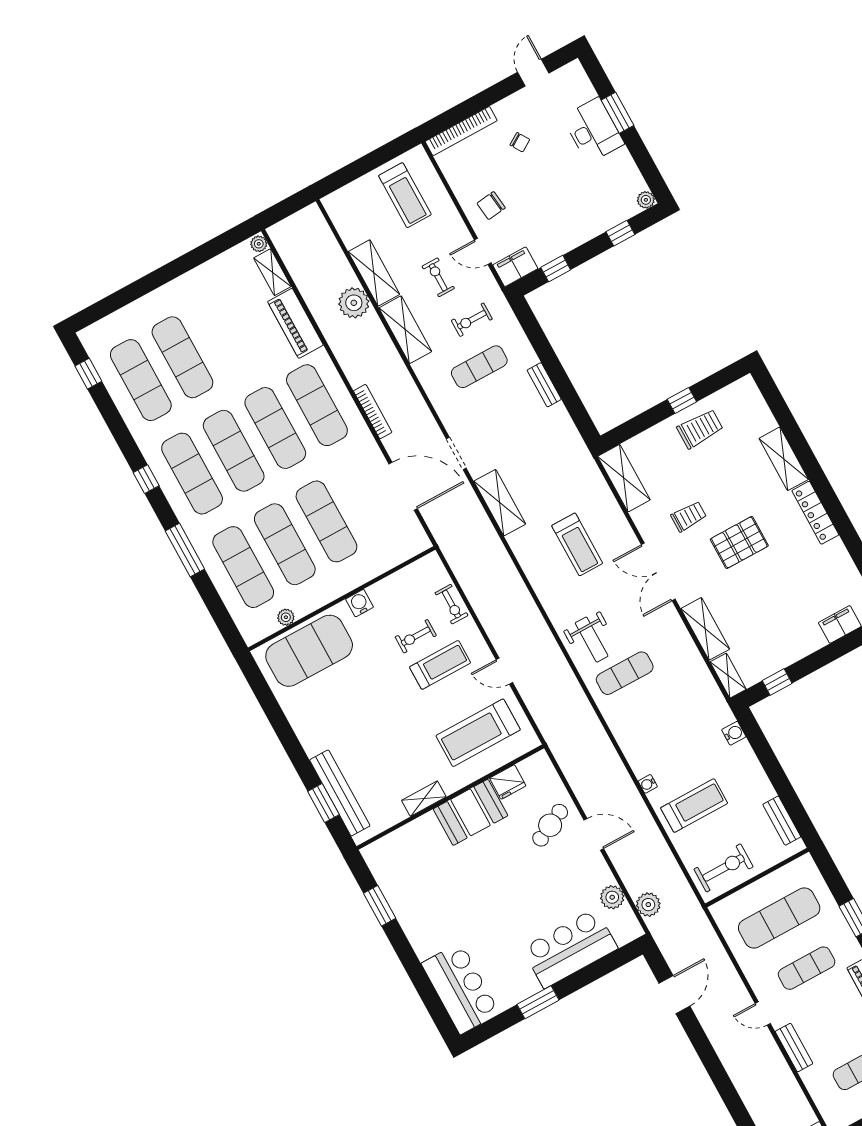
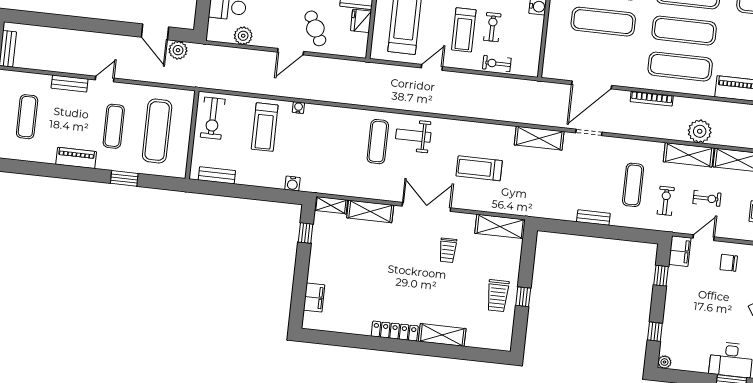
chair: (491, 206) -> (729, 263), turned -83
plant: (354, 303) -> (700, 131), moved
pallet: (739, 542) -> (409, 271), removed
plant: (648, 905) -> (178, 50), moved

